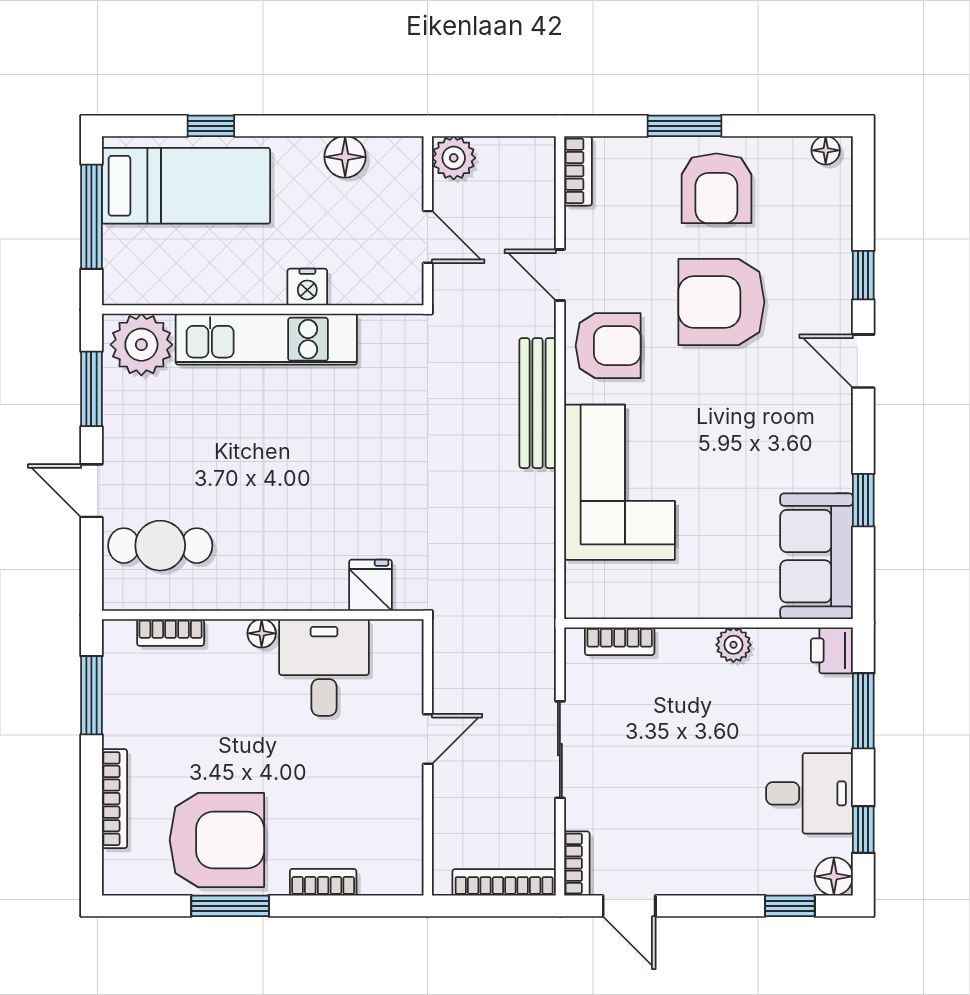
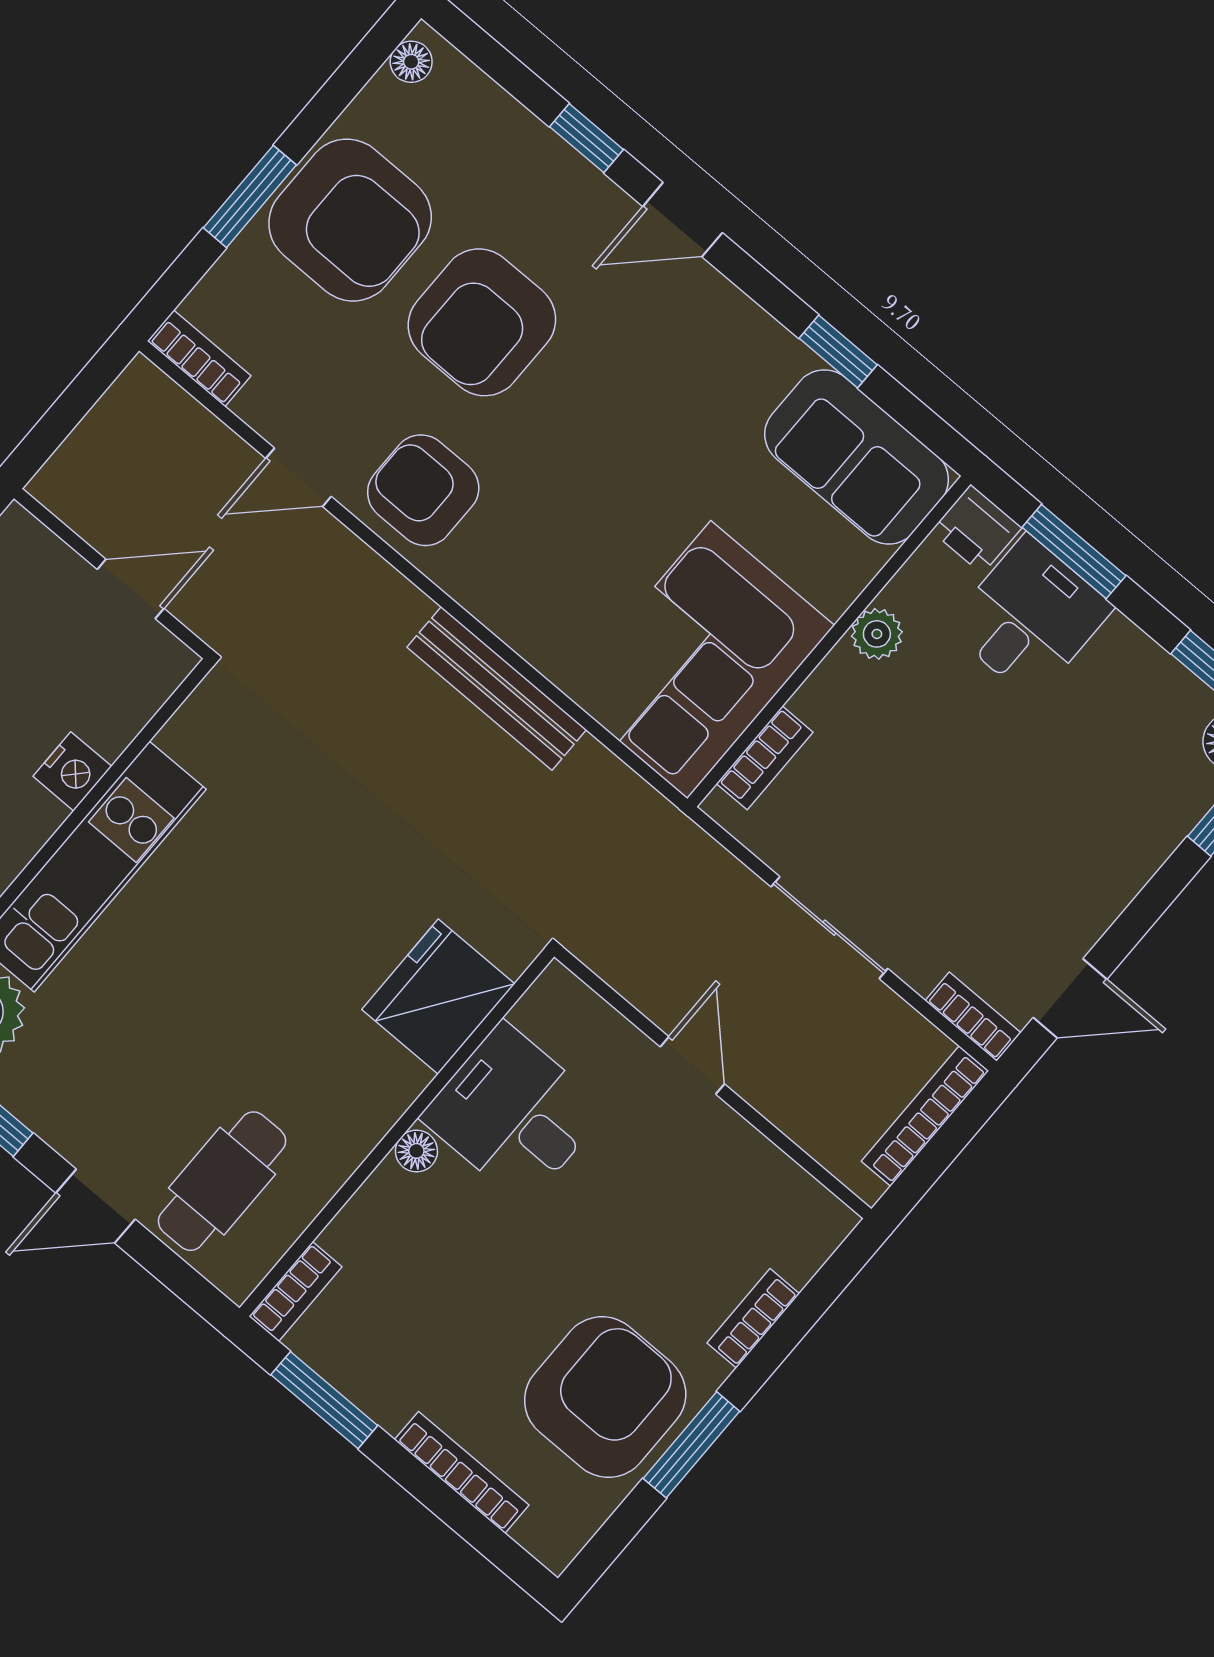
plant: (454, 158) -> (67, 485), removed
armchair: (716, 188) -> (350, 220), width x1.36, depth x1.36
armchair: (608, 346) -> (423, 490), turned -90
bench: (538, 403) -> (497, 688), moved
corner sofa: (619, 482) -> (699, 660), moved, turned -90
fridge: (370, 585) -> (438, 997), width x1.88, depth x1.34
bookcase: (171, 632) -> (295, 1292), moved
desk: (810, 793) -> (1030, 617), moved

